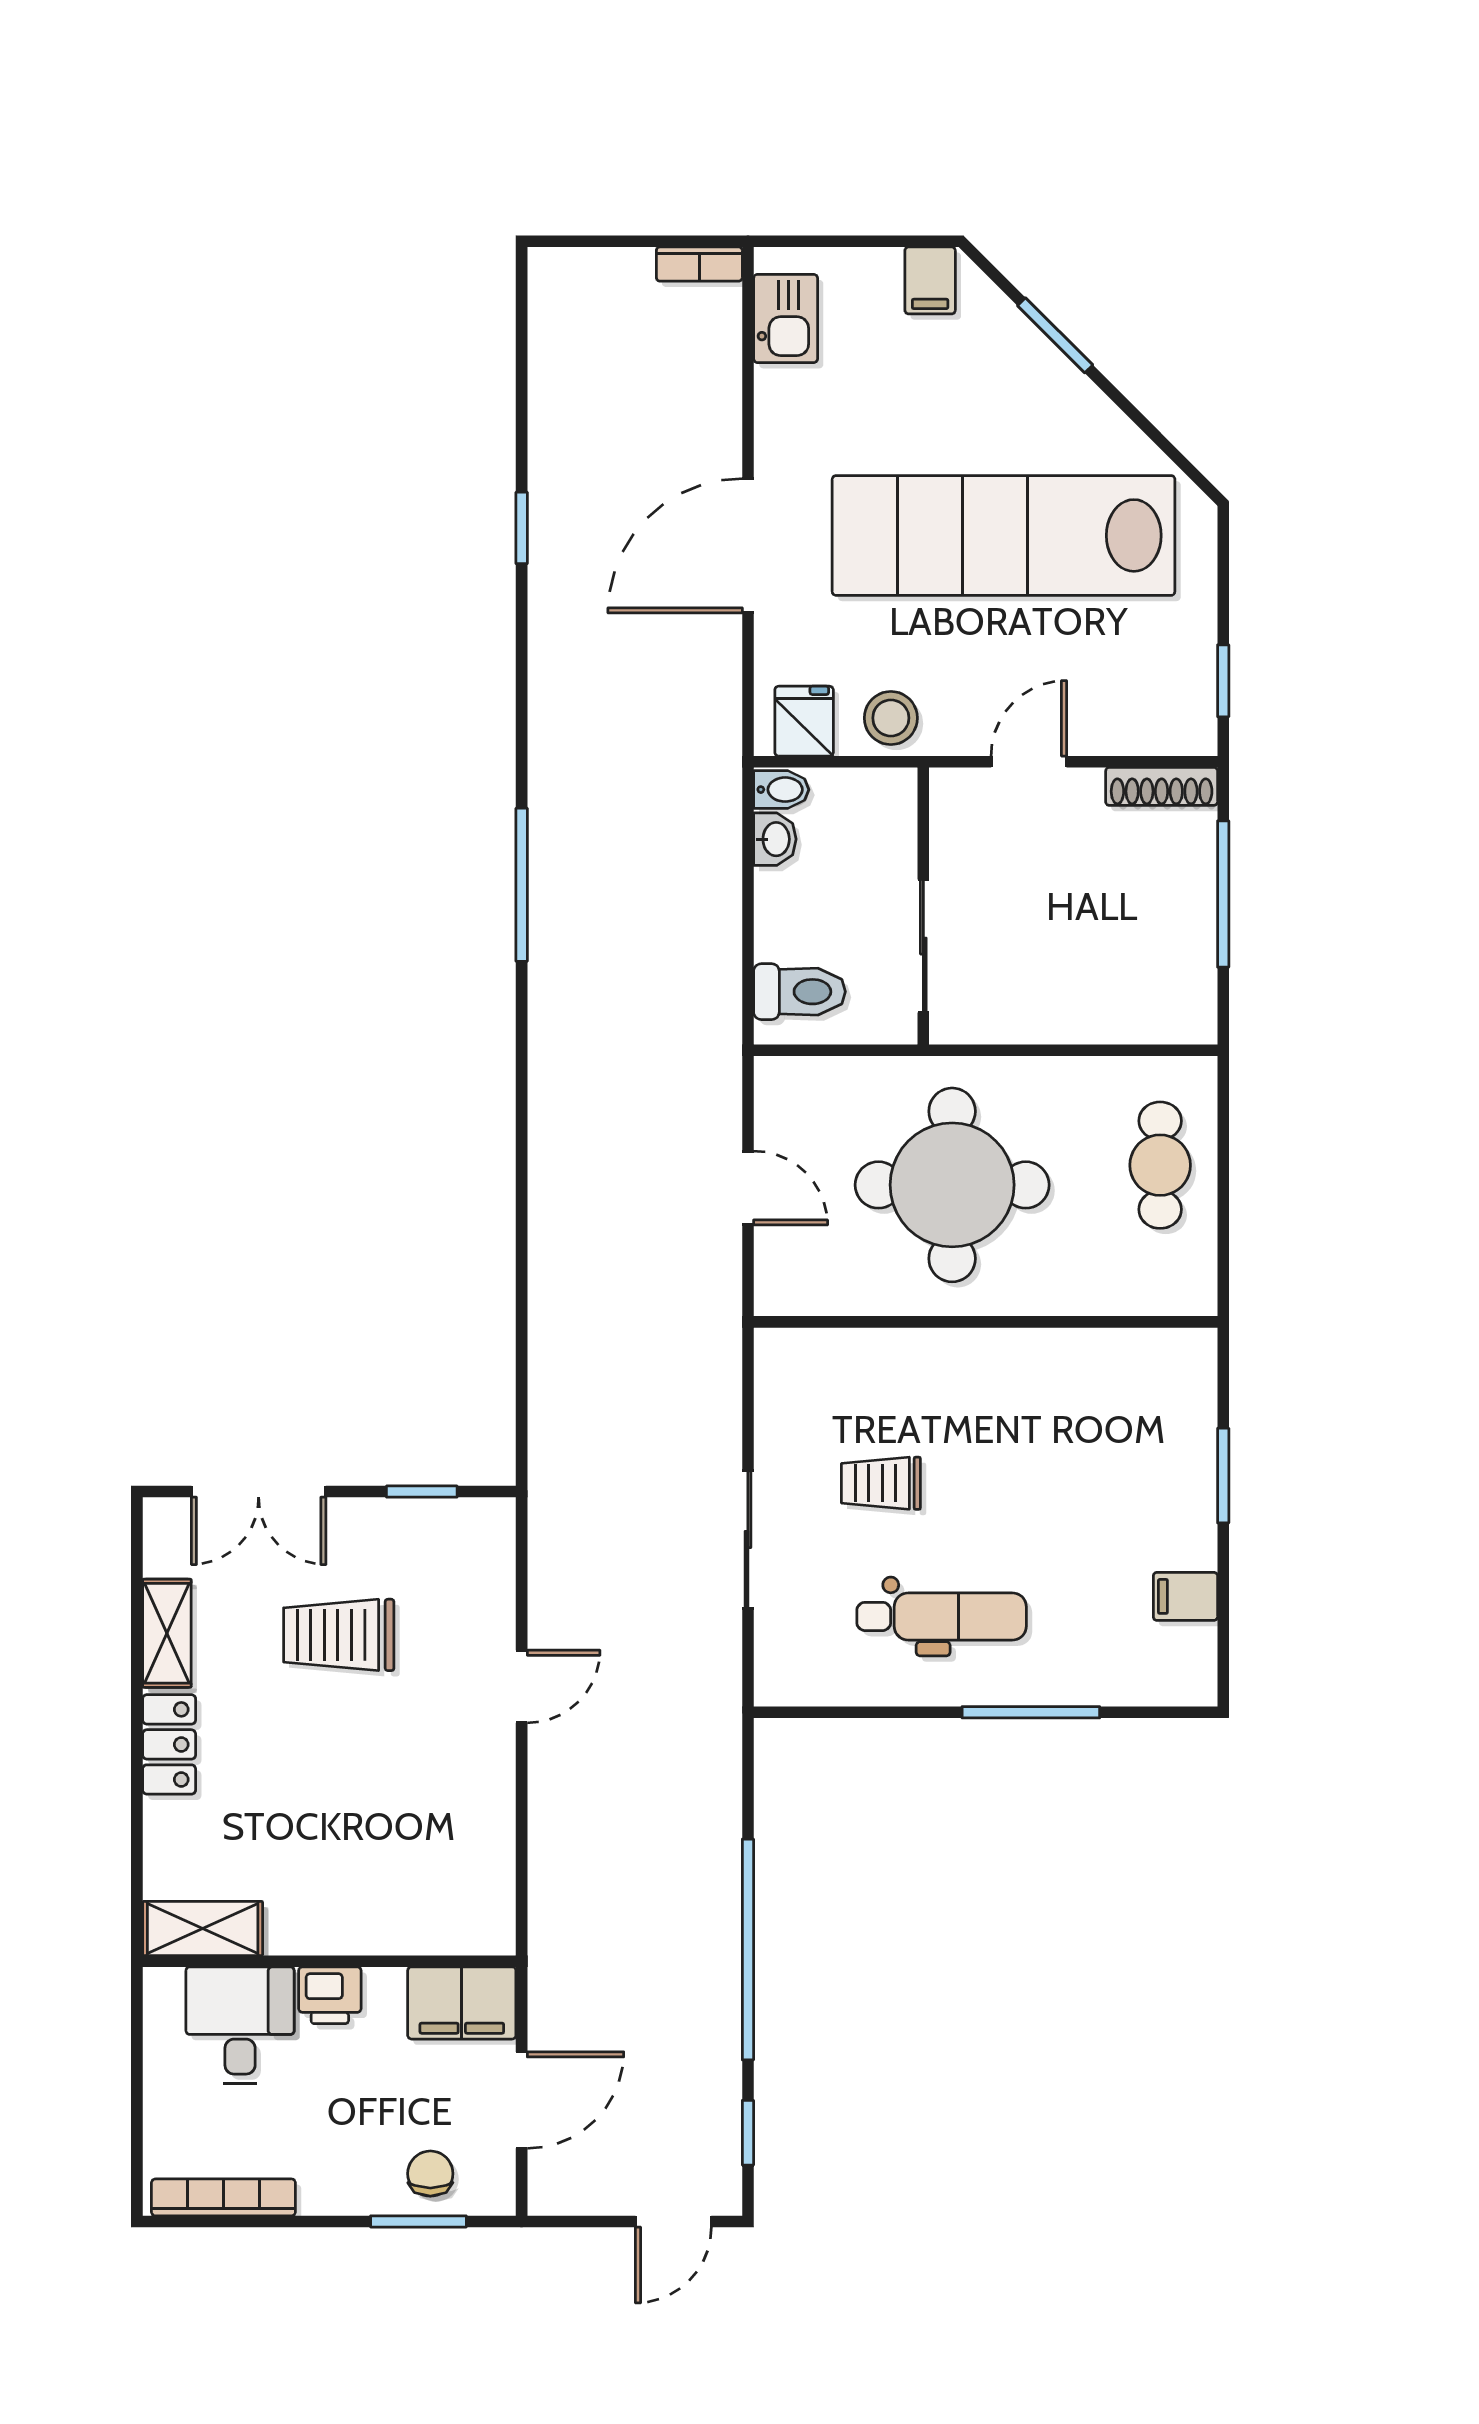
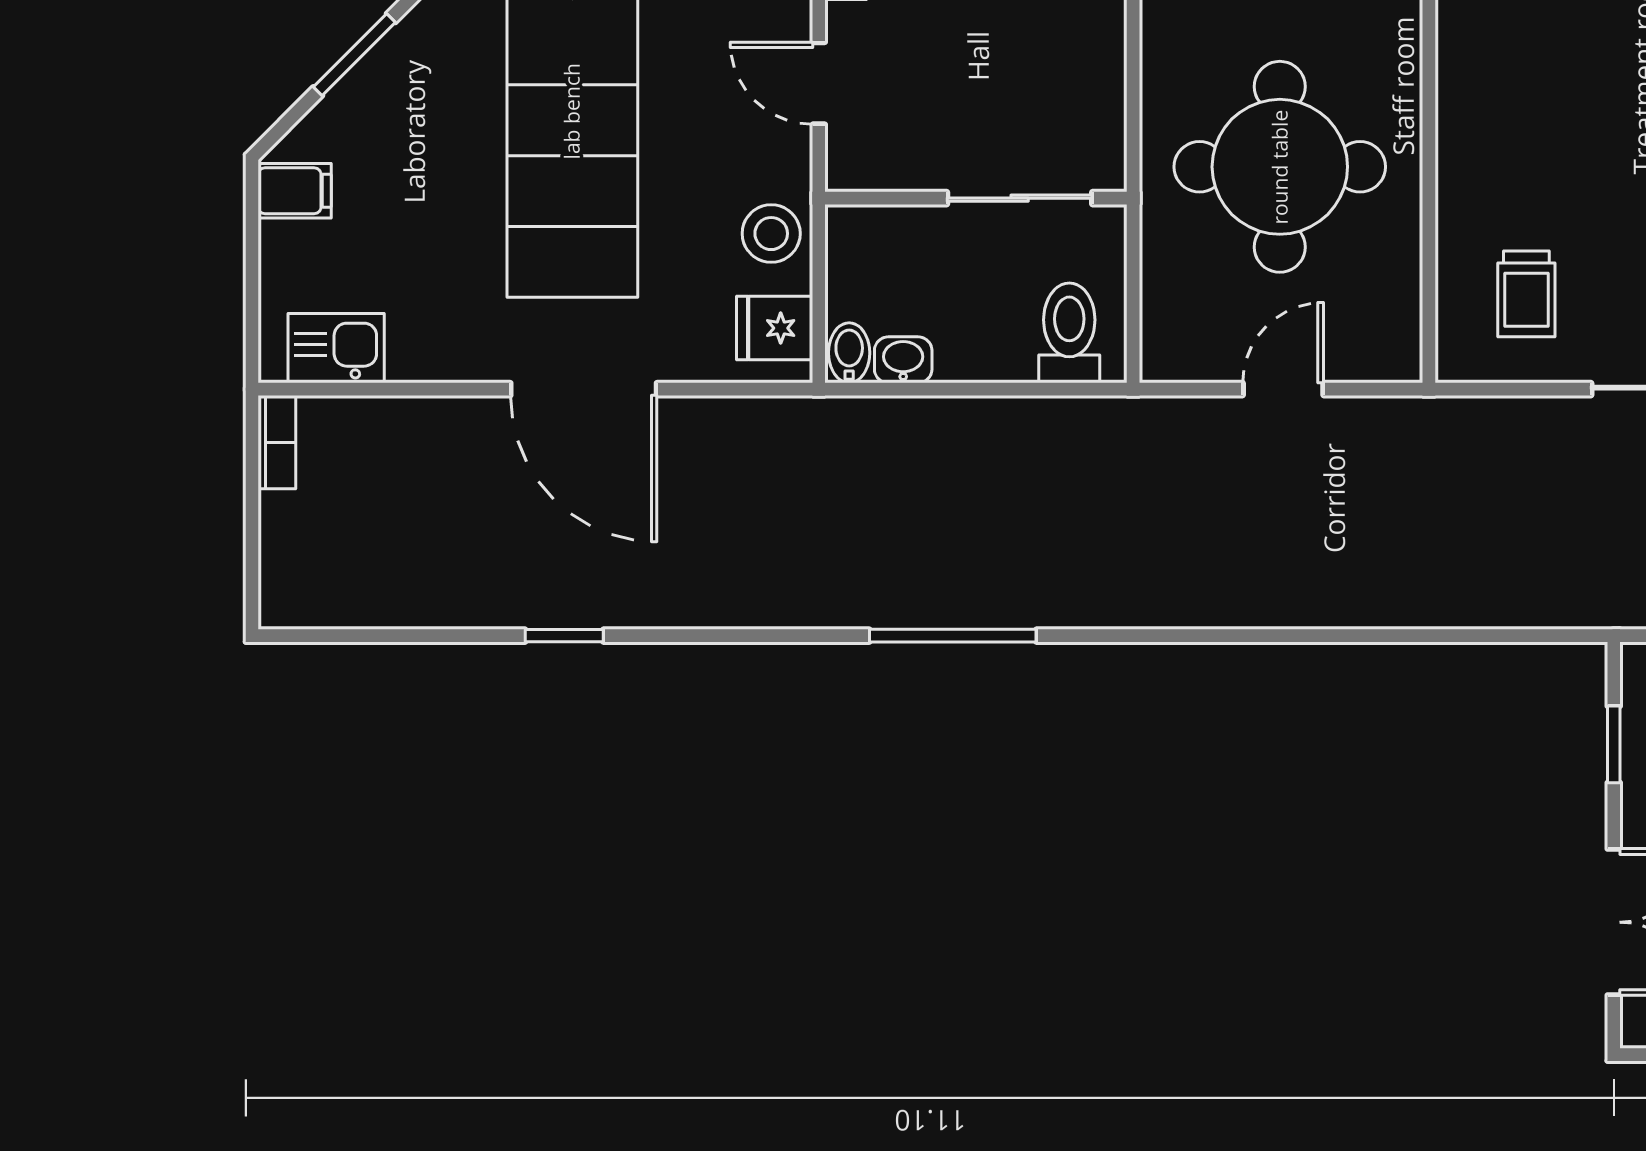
trolley: (881, 1483) -> (1526, 294), moved

